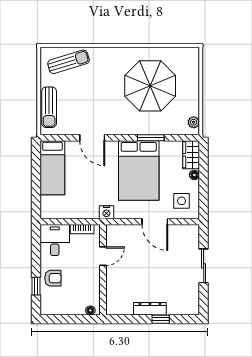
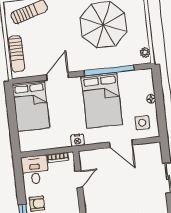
door: (92, 138) -> (58, 76), swing flipped
window: (151, 138) -> (109, 70), width x2.11
wardrobe: (191, 155) -> (146, 81), removed
bed: (52, 168) -> (31, 106), width x1.50

